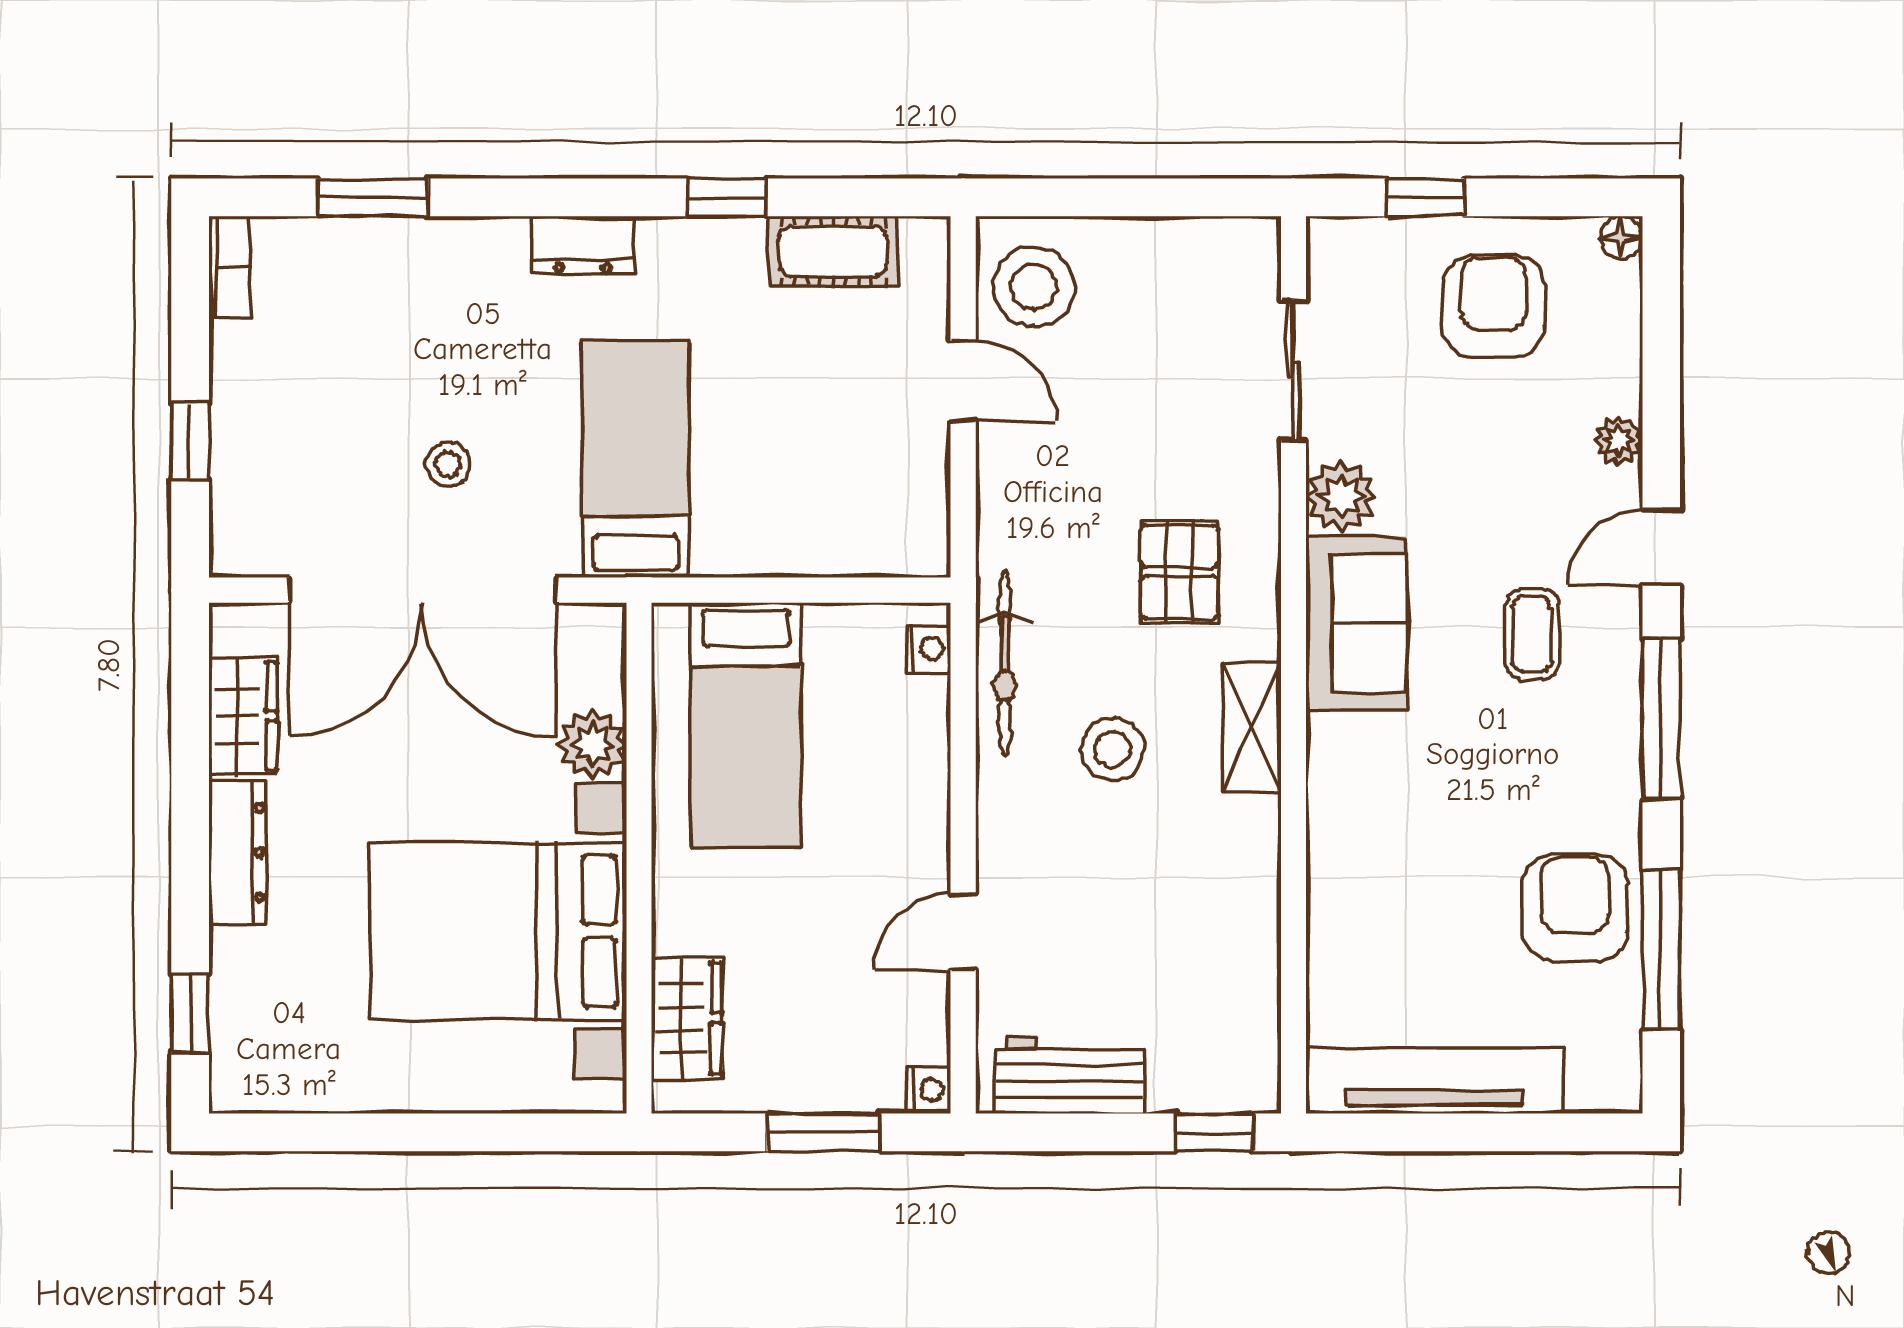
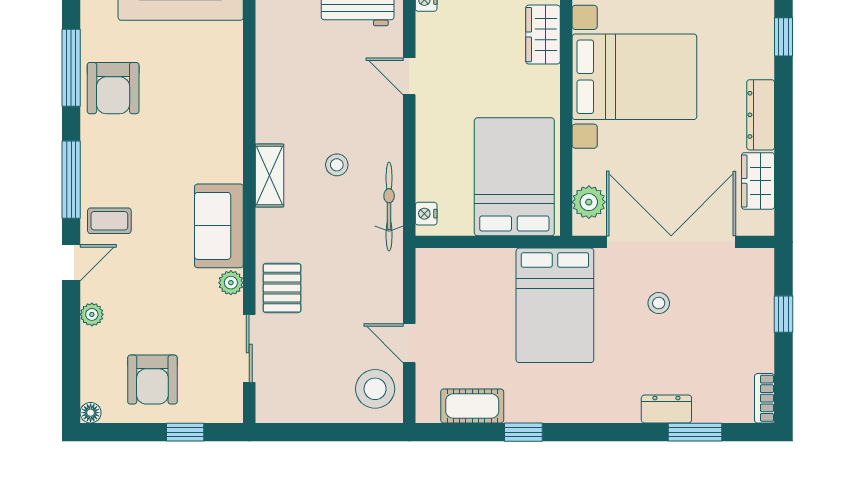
dresser: (583, 245) -> (666, 409), moved
bed: (636, 459) -> (555, 305), width x1.50
plant: (1341, 496) -> (231, 283), width x0.73, depth x0.73
pallet: (1180, 572) -> (282, 288), moved
coffee table: (1532, 634) -> (109, 221), moved, turned 90
bed: (746, 725) -> (514, 177), width x1.50
plant: (592, 744) -> (589, 202), moved
stool: (1113, 749) -> (337, 165), width x0.73, depth x0.73
door: (963, 932) -> (409, 76), swing flipped

